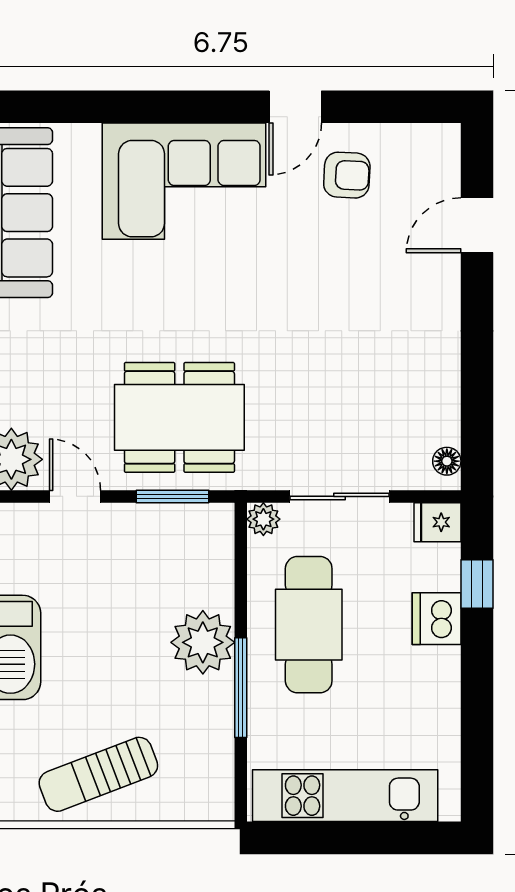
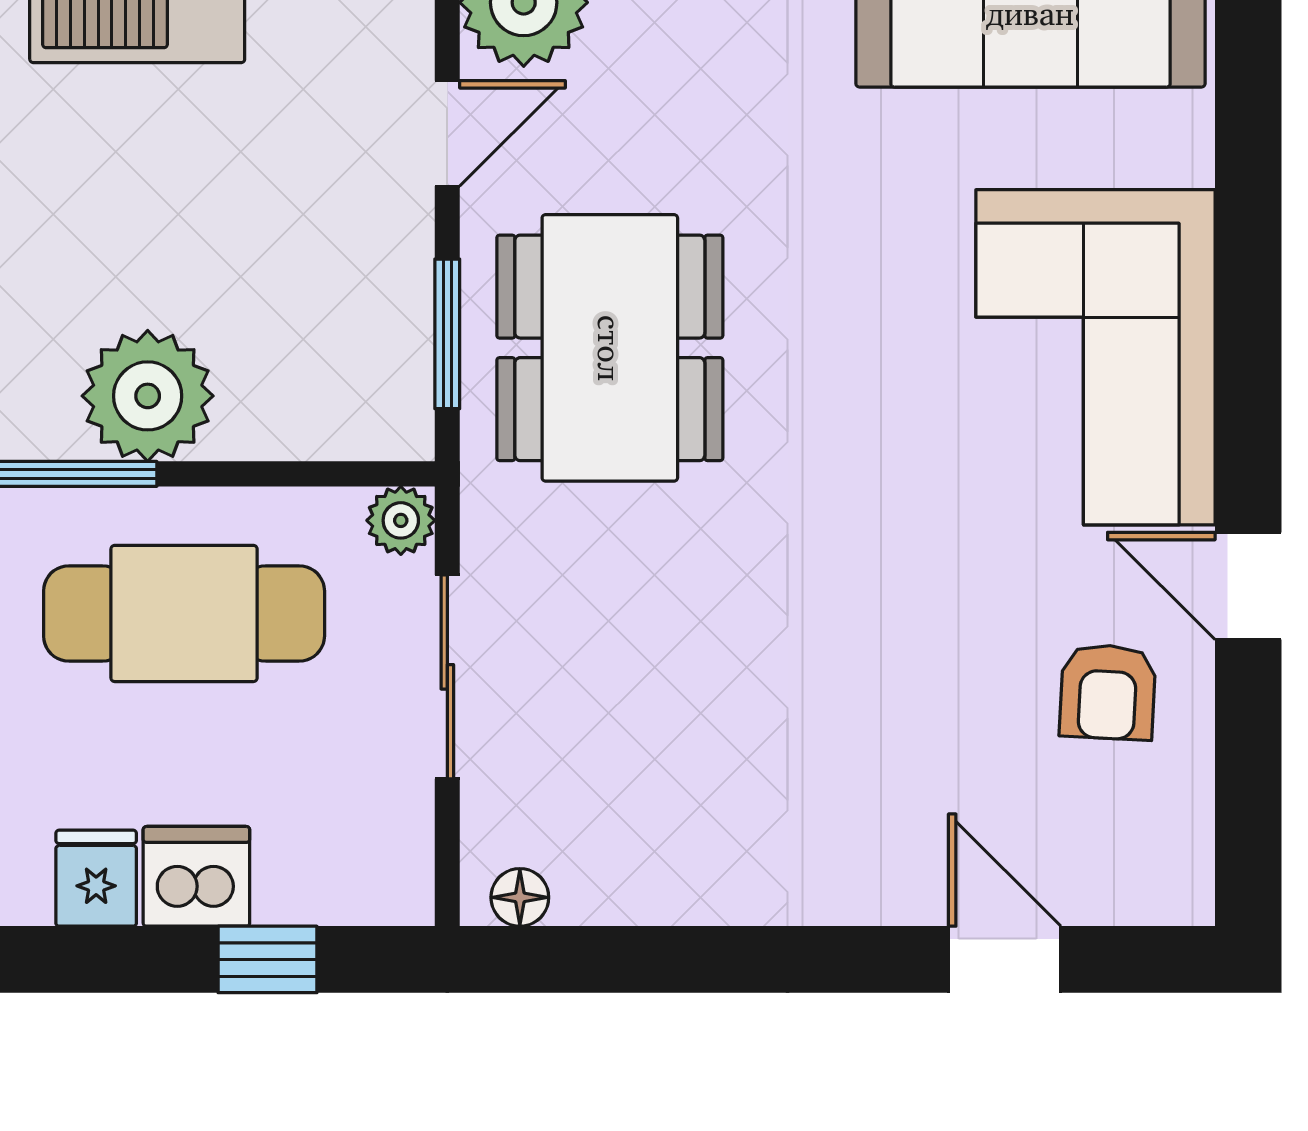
fridge: (438, 522) -> (96, 878), moved

